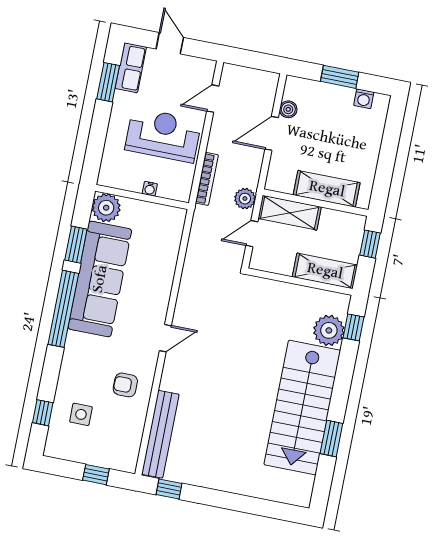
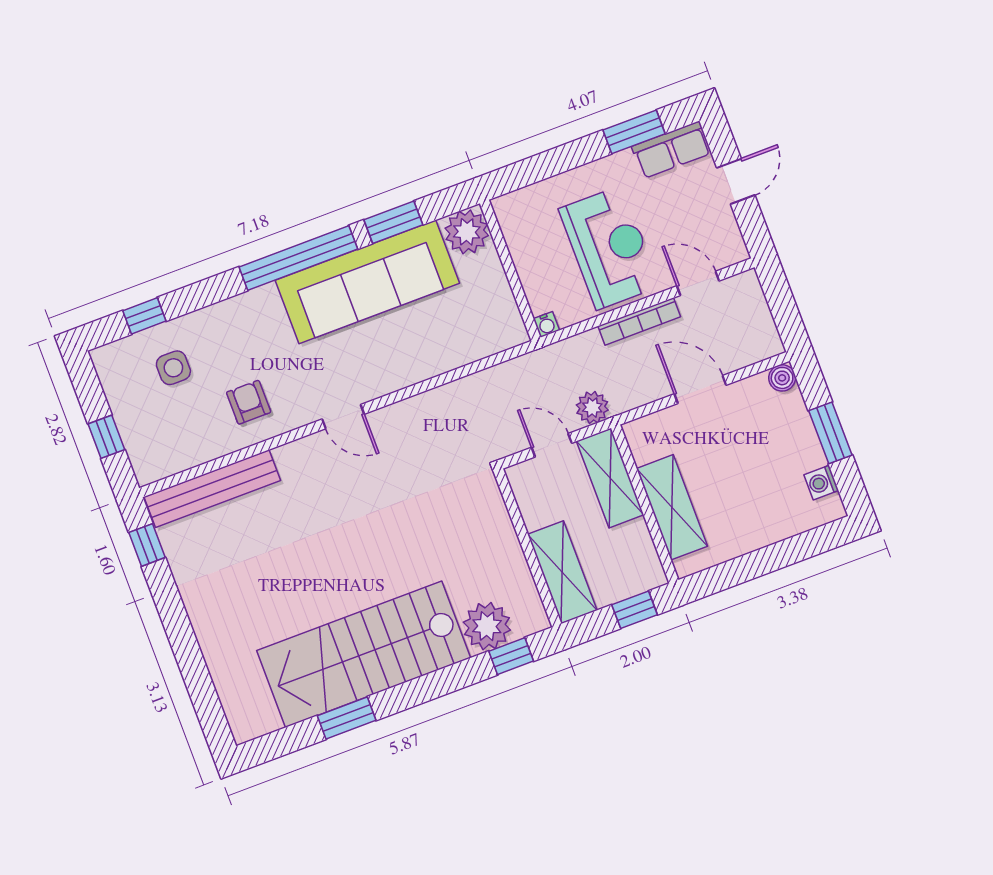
boiler: (288, 109) -> (782, 378), moved
bookcase: (207, 179) -> (639, 321), moved
water cooler: (150, 189) -> (546, 324), moved, turned -90

